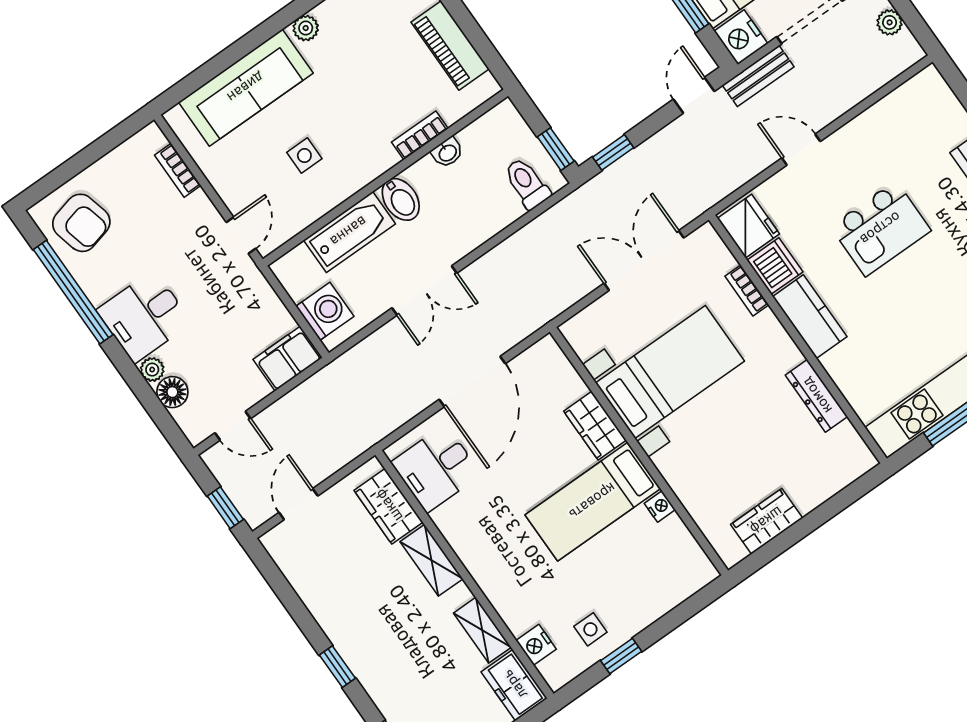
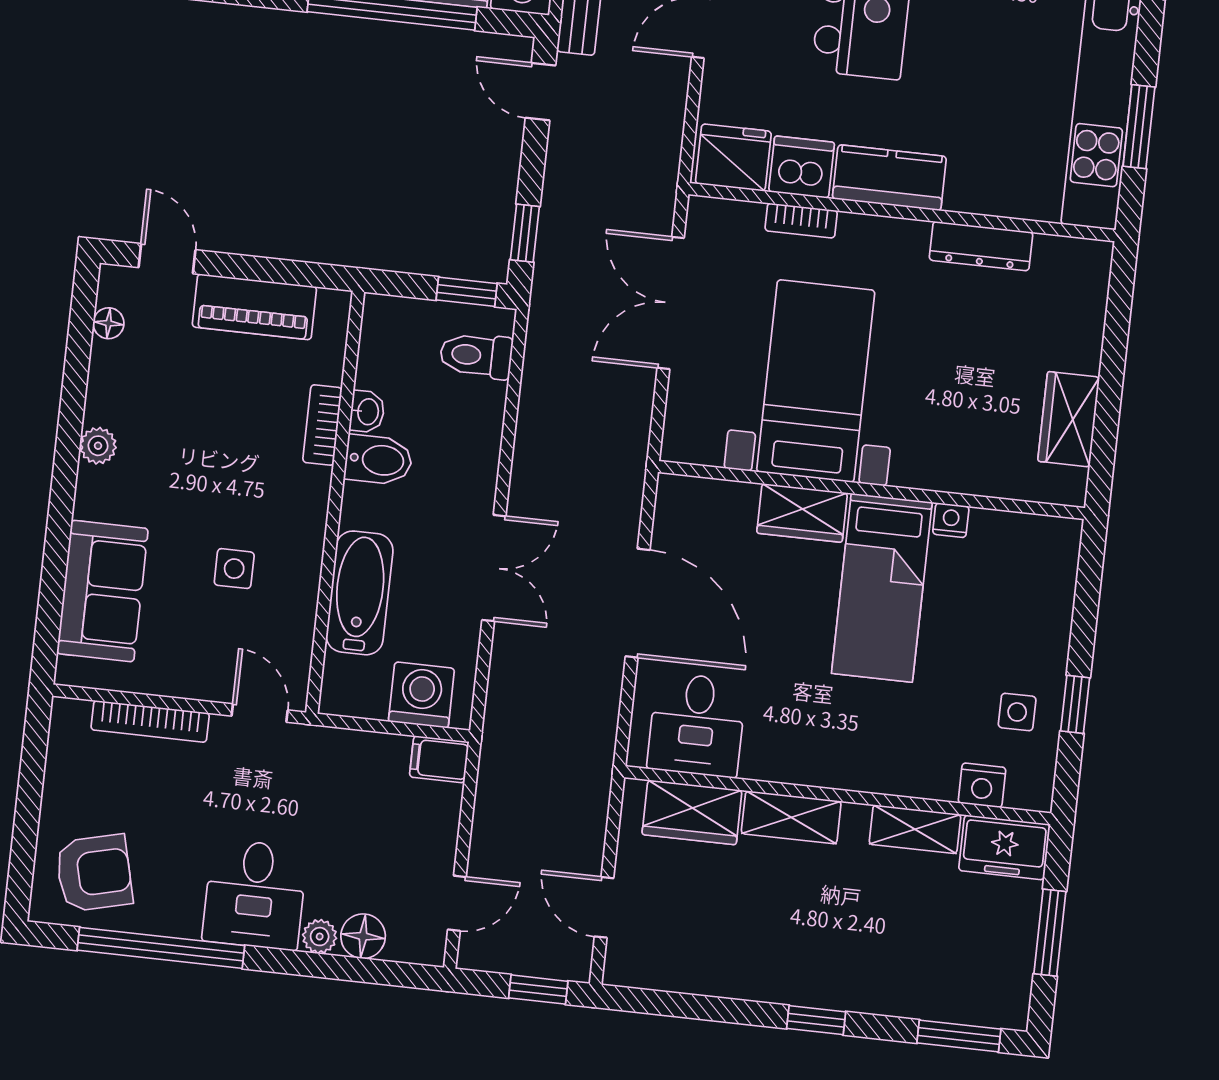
sofa: (246, 88) -> (102, 591), width x0.73
bookcase: (178, 170) -> (150, 721), width x1.56
bidet: (401, 199) -> (378, 460), moved
filing cabinet: (288, 359) -> (439, 759), width x0.50

